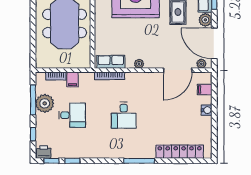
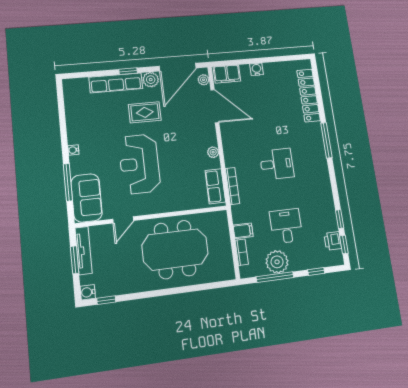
filing cabinet: (205, 90) -> (227, 74), width x2.00
printer: (44, 152) -> (333, 241), moved

